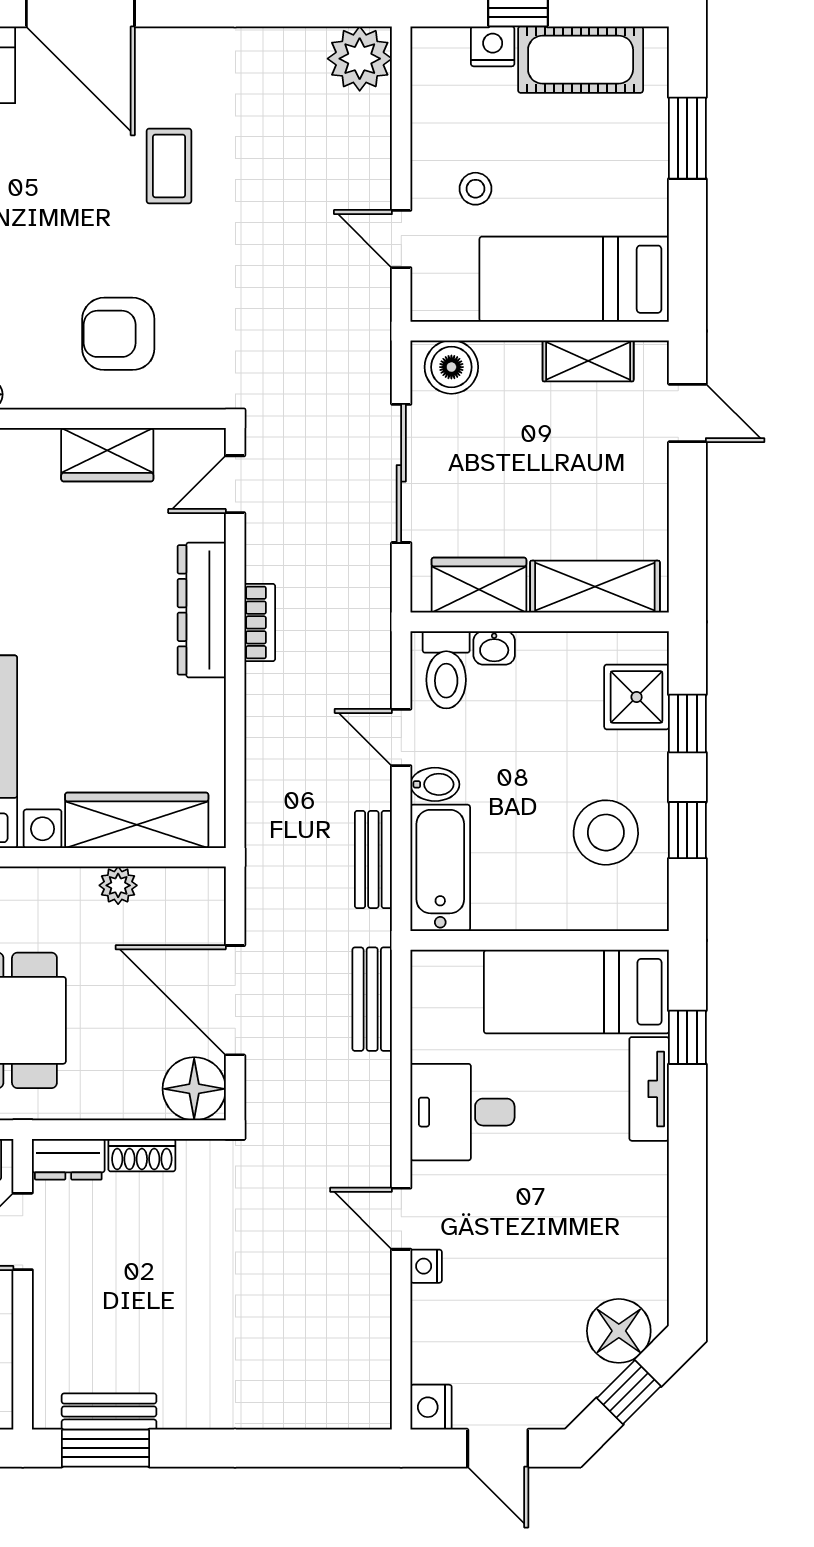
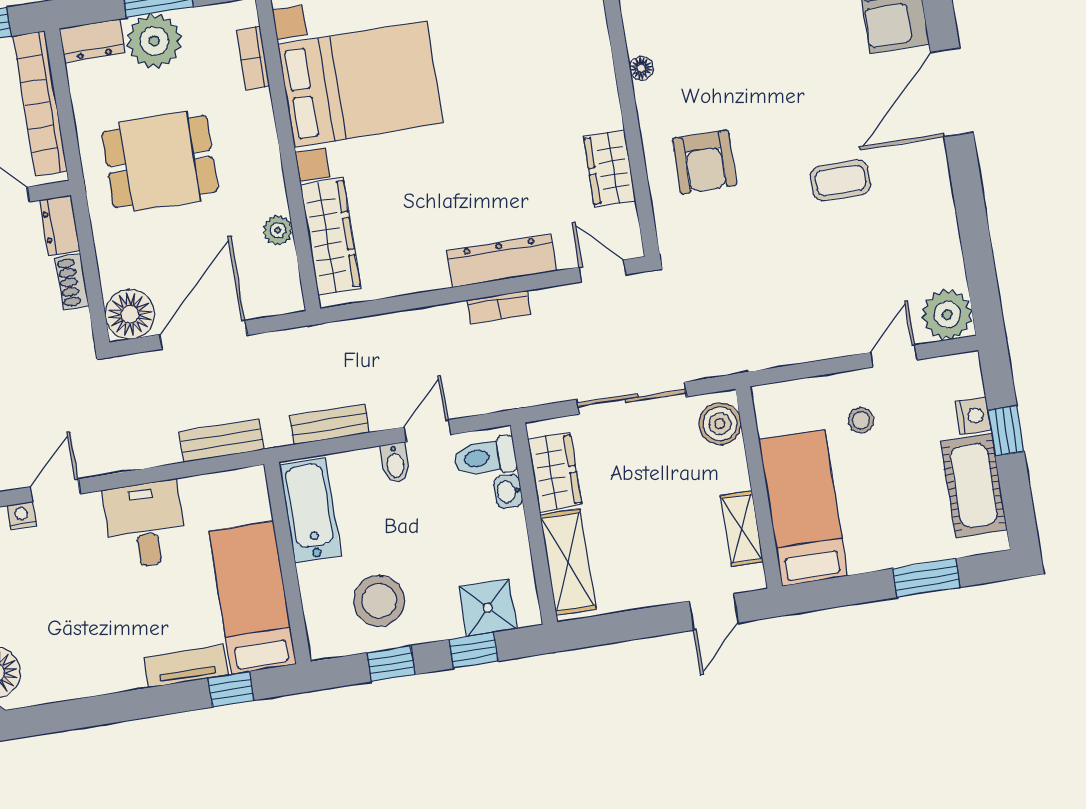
door: (401, 239) -> (894, 356), moved
armchair: (118, 334) -> (704, 162), turned 180
bathtub: (440, 868) -> (310, 510), moved, turned -90

